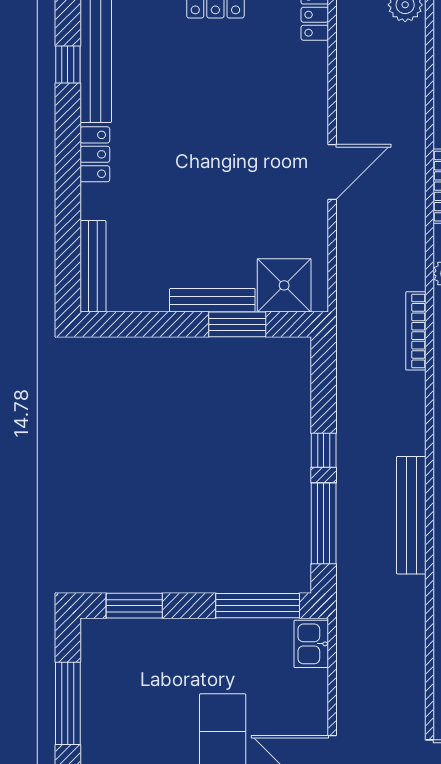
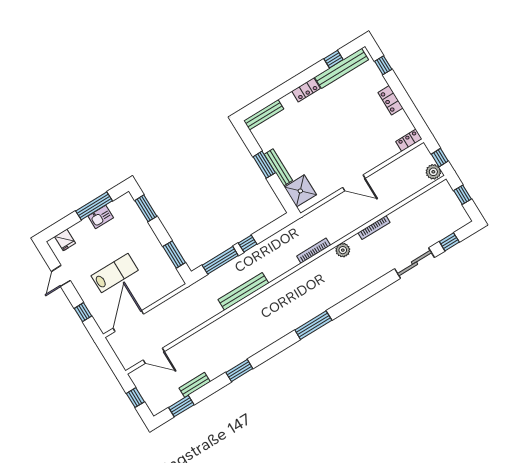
window: (237, 324) -> (264, 165), moved
window: (258, 606) -> (174, 255), width x0.69
kitchen sink: (311, 644) -> (101, 217), moved, turned 180

